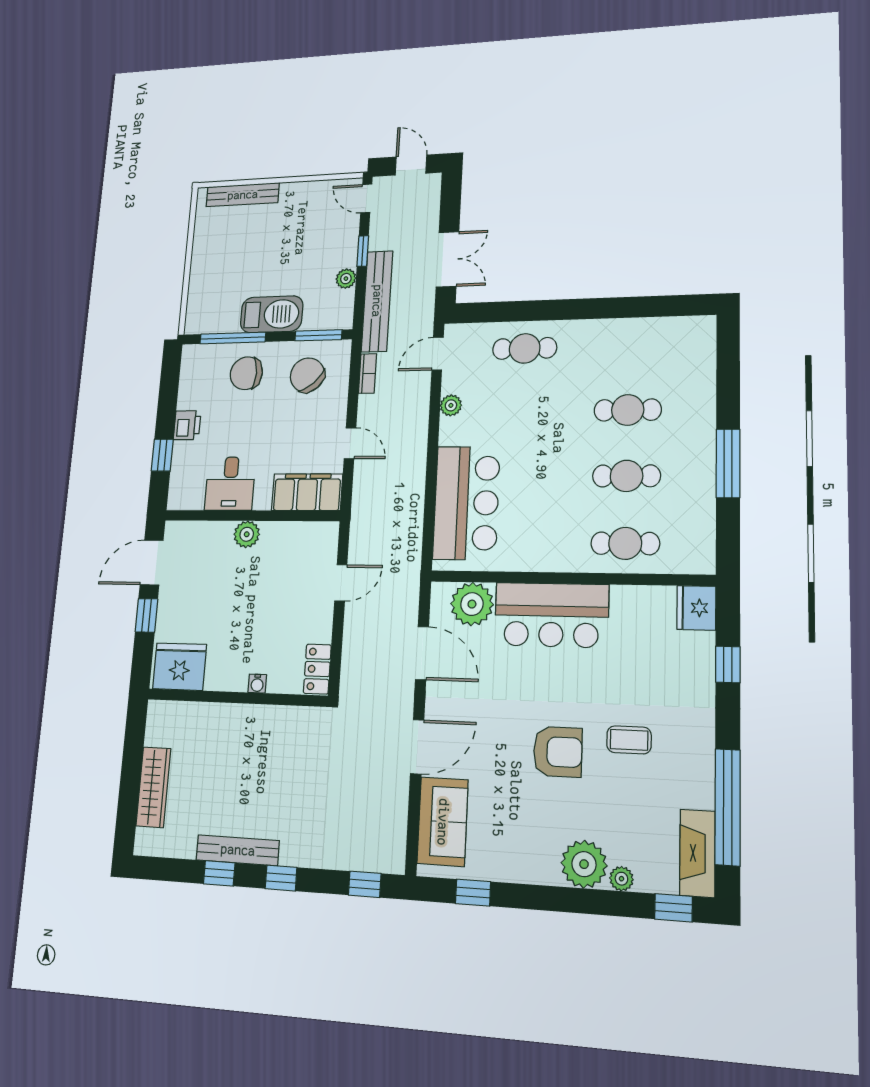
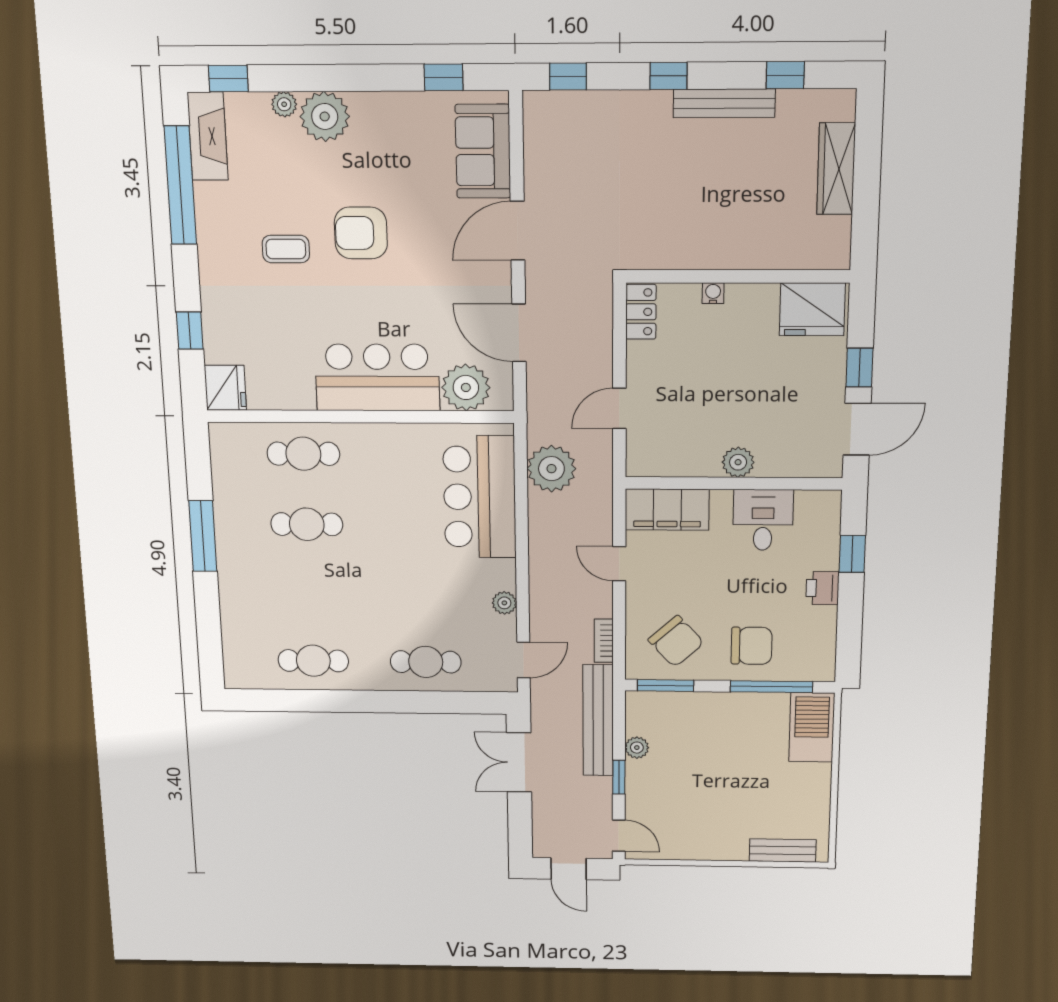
bench: (243, 195) -> (783, 850), width x0.73
barbecue: (272, 314) -> (812, 727), moved, turned 90
cafe table: (628, 410) -> (313, 661), moved
plant: (402, 529) -> (551, 469), added
window: (219, 873) -> (785, 75), moved

